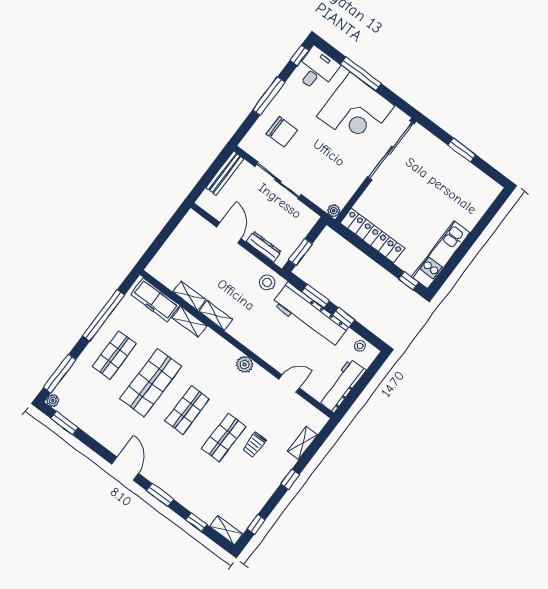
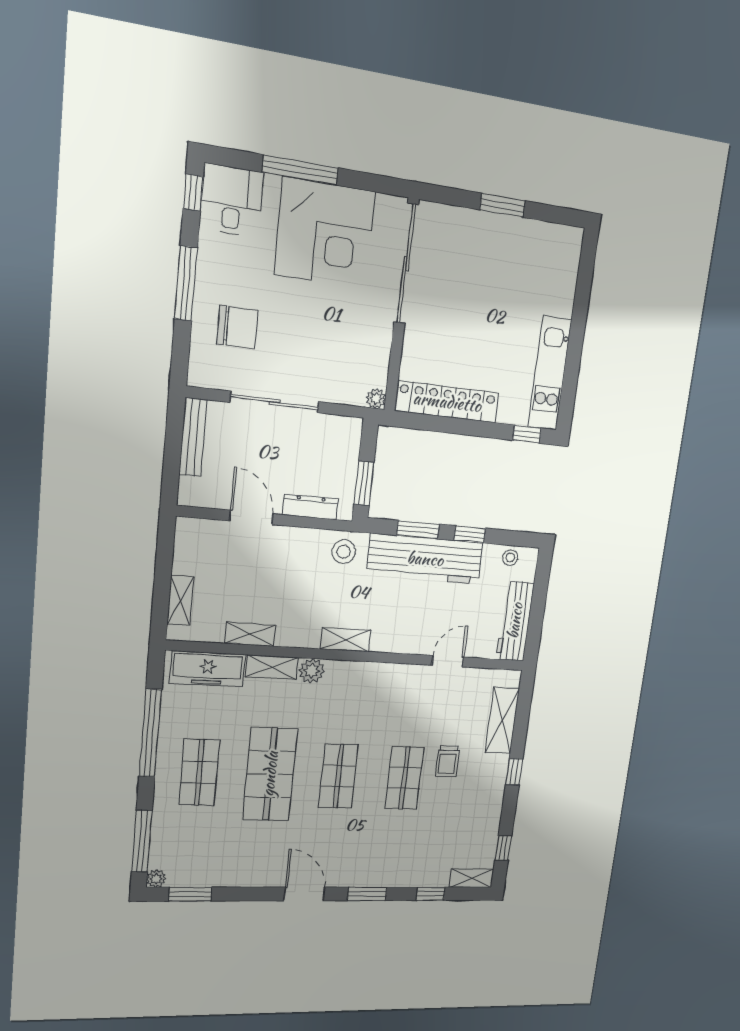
shelving: (165, 254) -> (180, 600), added
shelving: (216, 315) -> (345, 640), moved
plant: (245, 364) -> (312, 671), moved
shelving: (303, 443) -> (502, 720), width x1.50, depth x1.33

